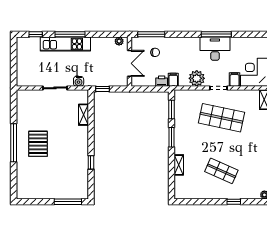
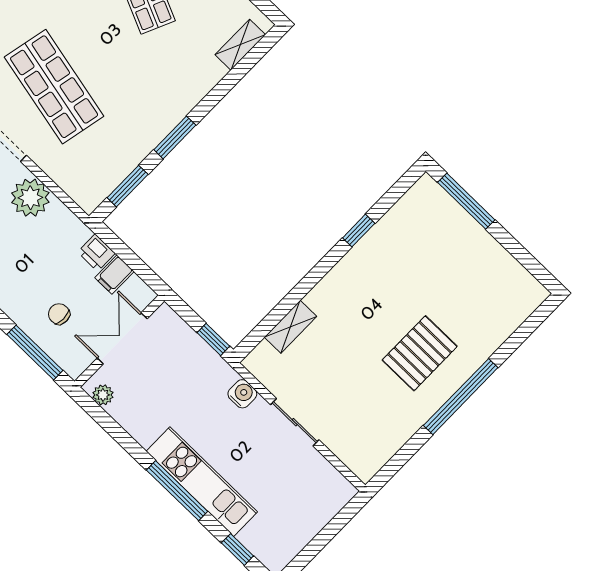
filing cabinet: (173, 80) -> (114, 275), moved
shelving: (179, 165) -> (240, 45), moved

